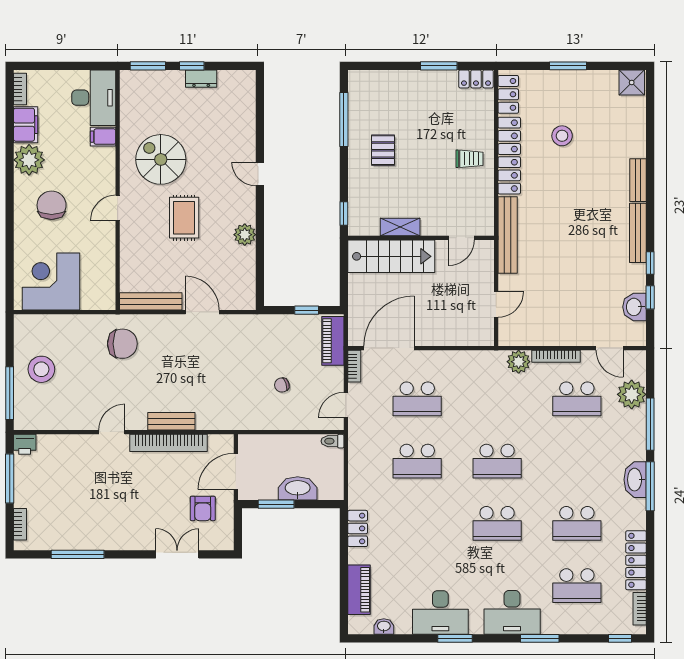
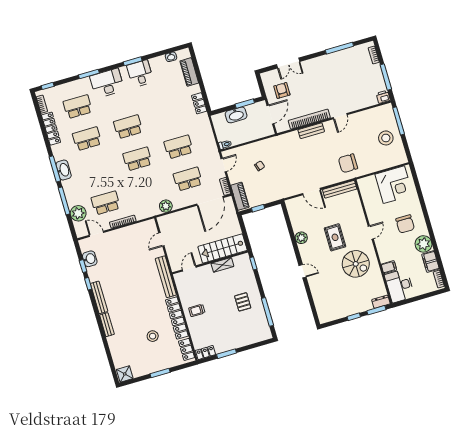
dresser: (201, 79) -> (381, 302), moved
plant: (519, 362) -> (166, 206), moved
desk: (440, 613) -> (140, 74), width x0.73

